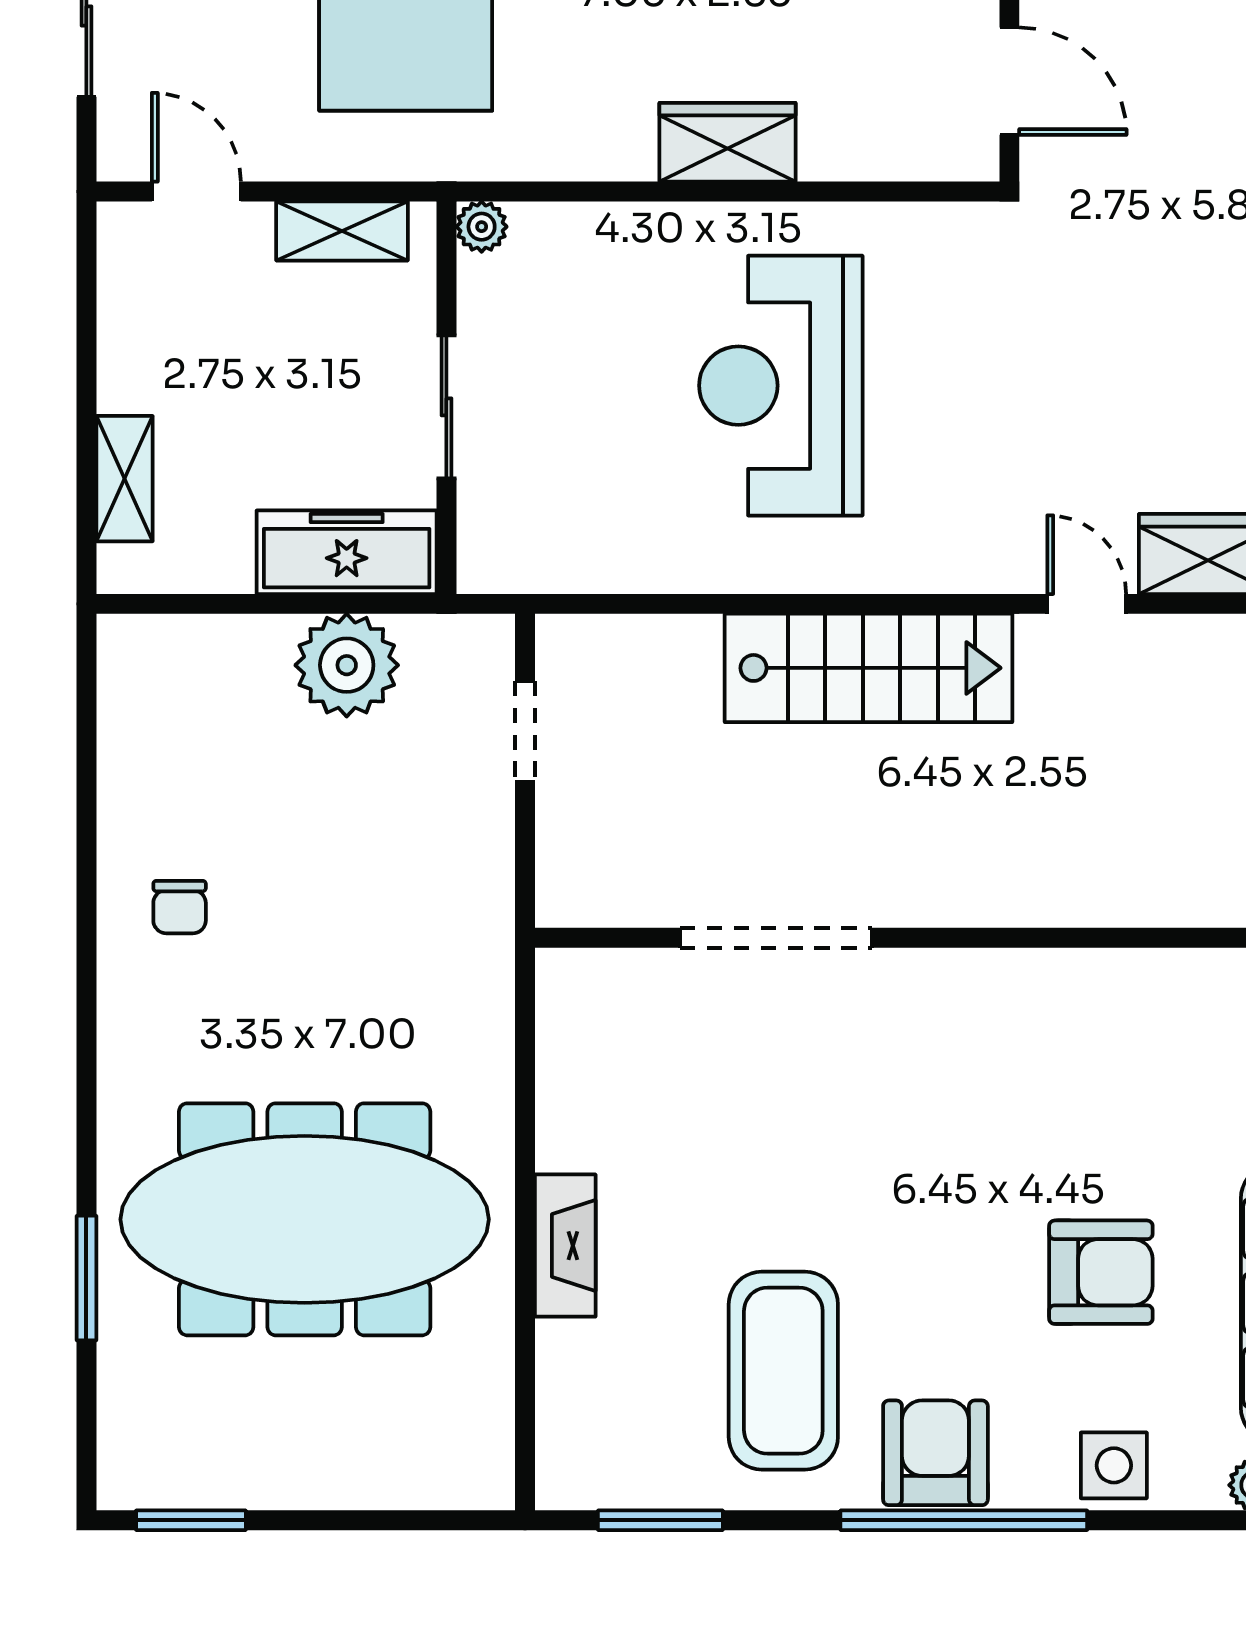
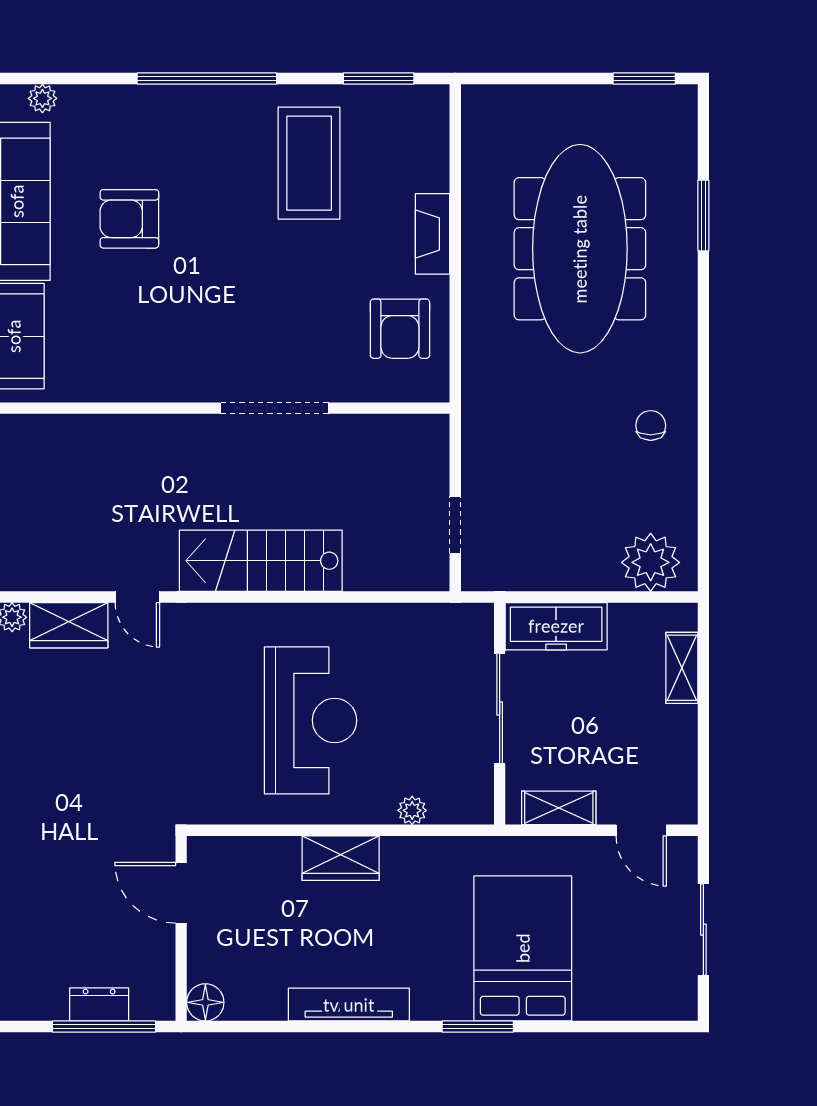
plant: (482, 227) -> (412, 810), moved
sliding door: (446, 407) -> (500, 708), width x1.37
plant: (347, 665) -> (651, 562), moved
doorway: (776, 938) -> (274, 408), moved
meeting table: (305, 1219) -> (580, 249), turned 90
armchair: (935, 1453) -> (400, 329), moved
side table: (1114, 1465) -> (122, 110), removed

